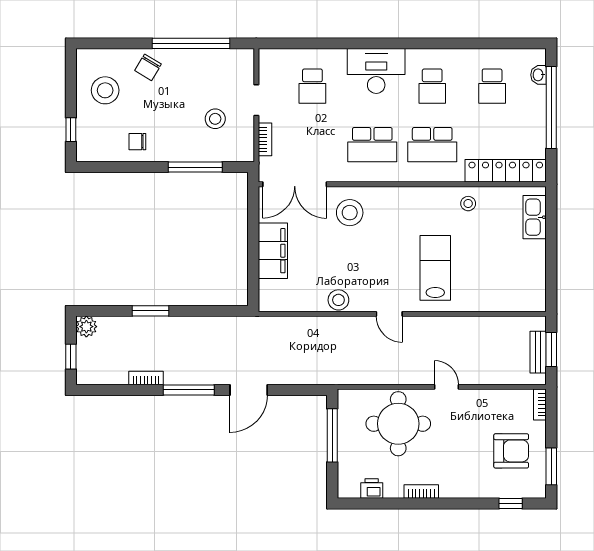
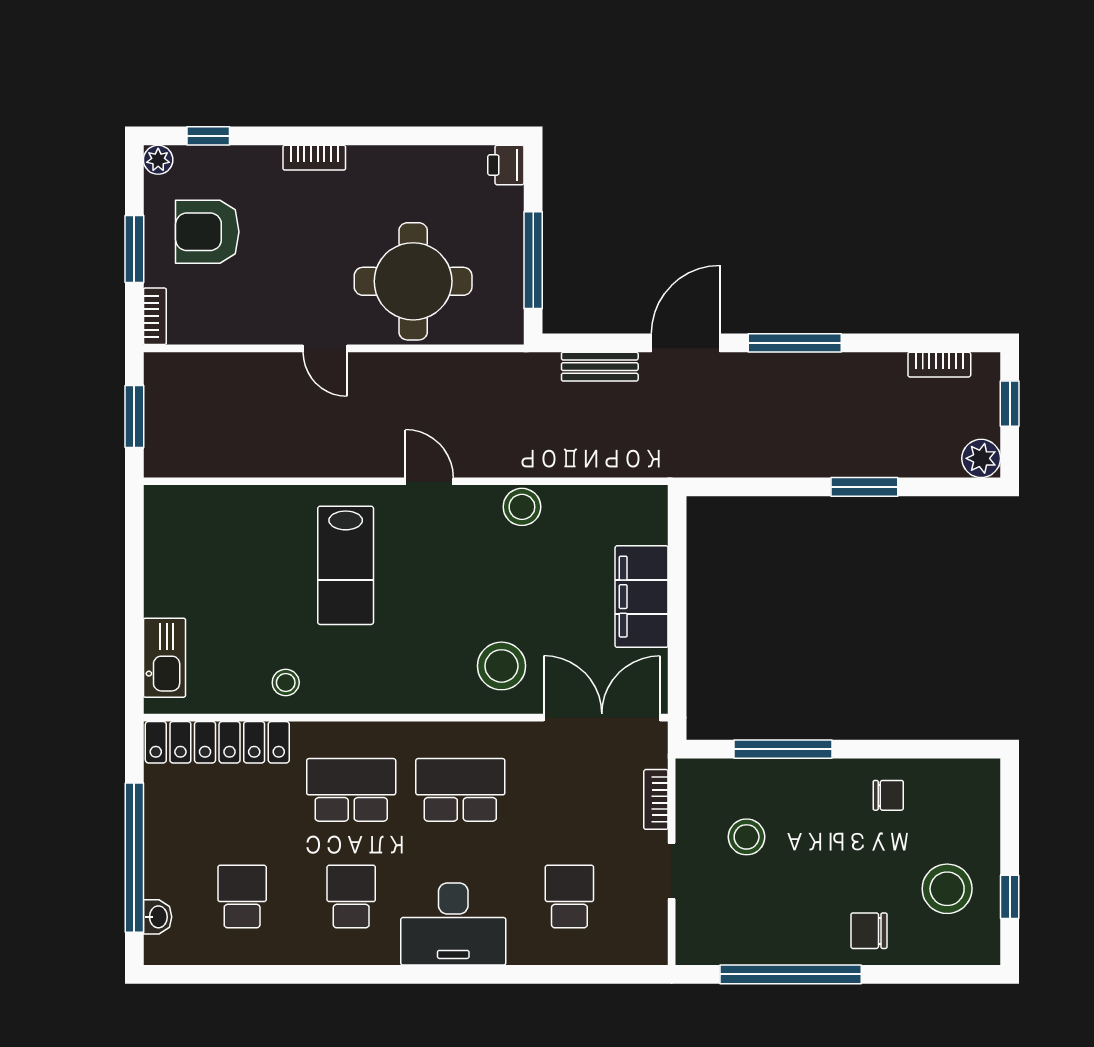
chair: (148, 67) -> (869, 931), turned -121
window: (71, 130) -> (1010, 897), moved
bench: (538, 352) -> (600, 367), moved, turned 90
bookcase: (146, 378) -> (939, 365), moved
window: (551, 466) -> (134, 249), moved
printer: (372, 489) -> (506, 165), moved, turned 90
plant: (538, 490) -> (158, 160), added
bookcase: (421, 492) -> (314, 158), moved

